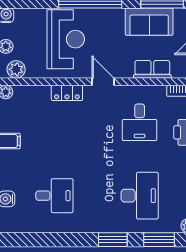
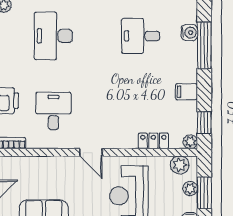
row of seats: (152, 69) -> (40, 165), removed
locker: (67, 93) -> (153, 141), moved

